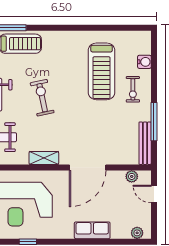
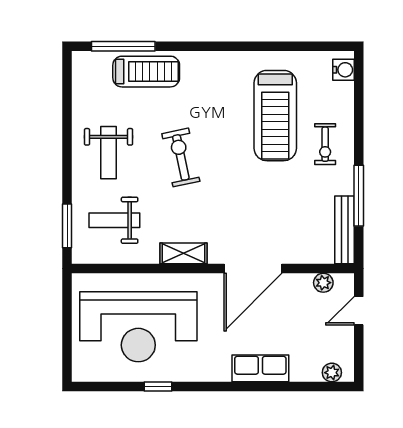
water cooler: (144, 62) -> (343, 70), moved
door: (154, 194) -> (359, 311), hinge flipped

